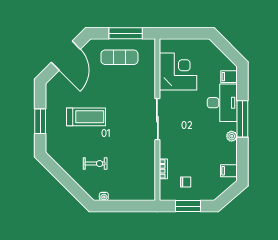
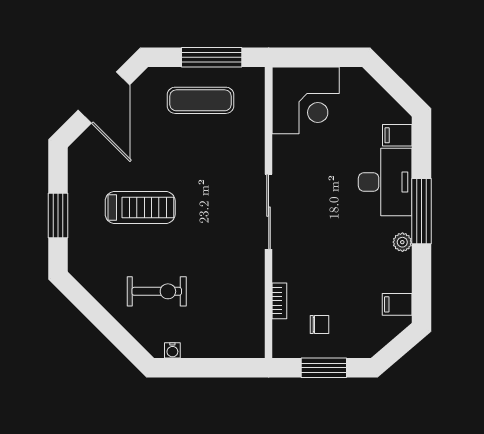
corner desk: (178, 72) -> (306, 100), moved, turned 90
exercise bike: (95, 164) -> (157, 291), width x1.38, depth x1.39

